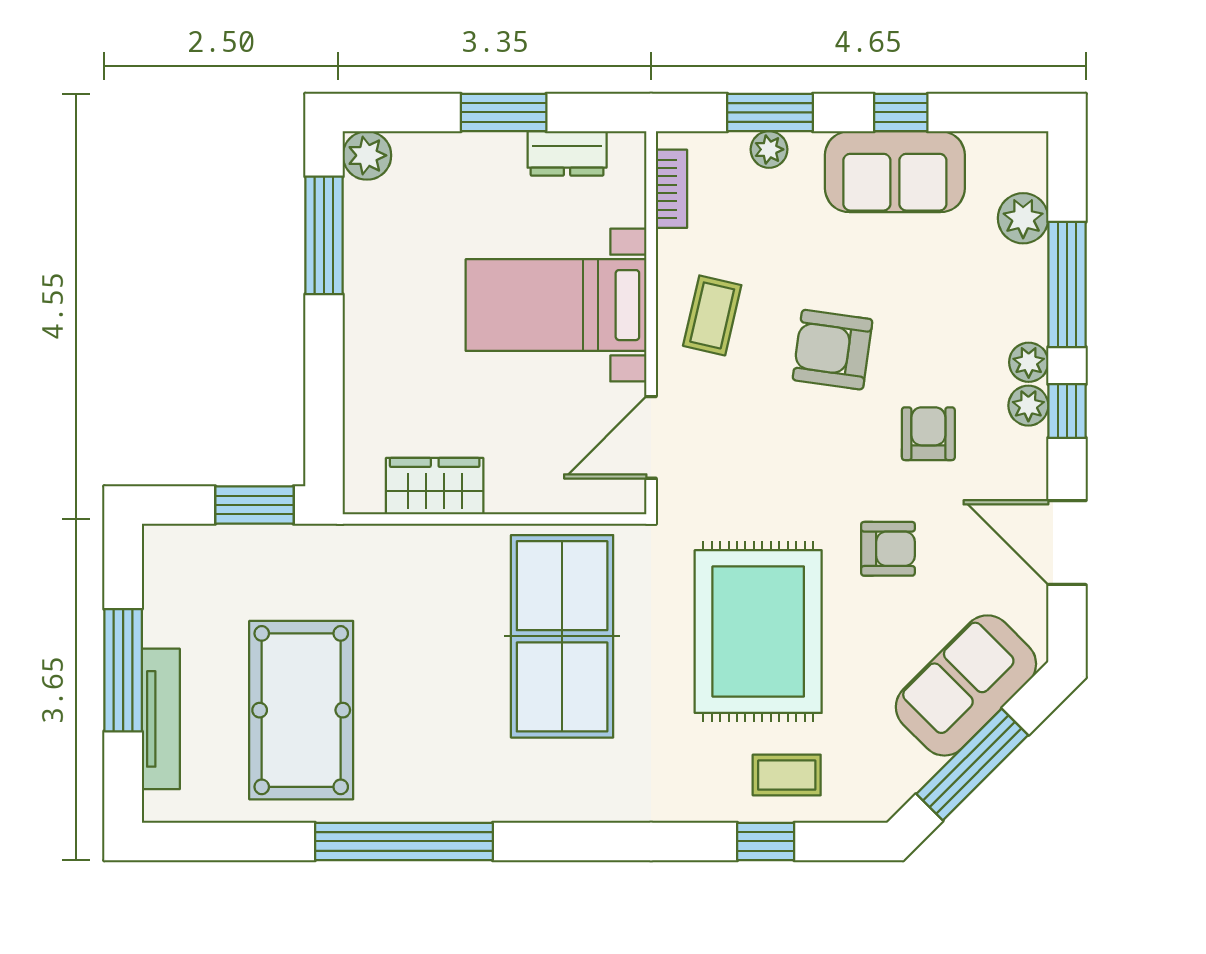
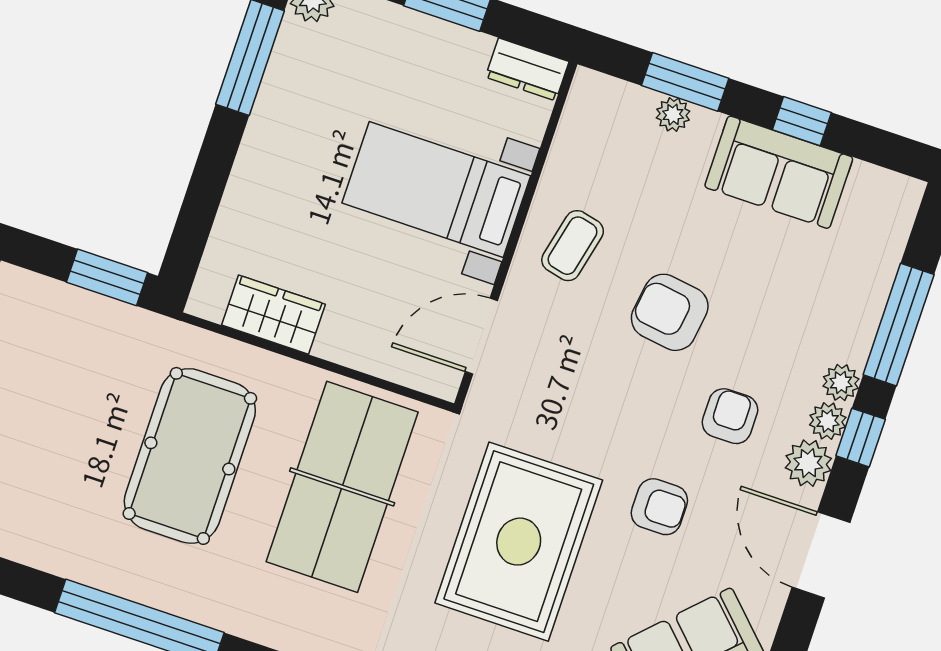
dresser: (567, 153) -> (527, 69), moved
bookcase: (671, 189) -> (574, 120), removed
plant: (1023, 218) -> (808, 463), moved
pool table: (301, 710) -> (190, 456), moved

